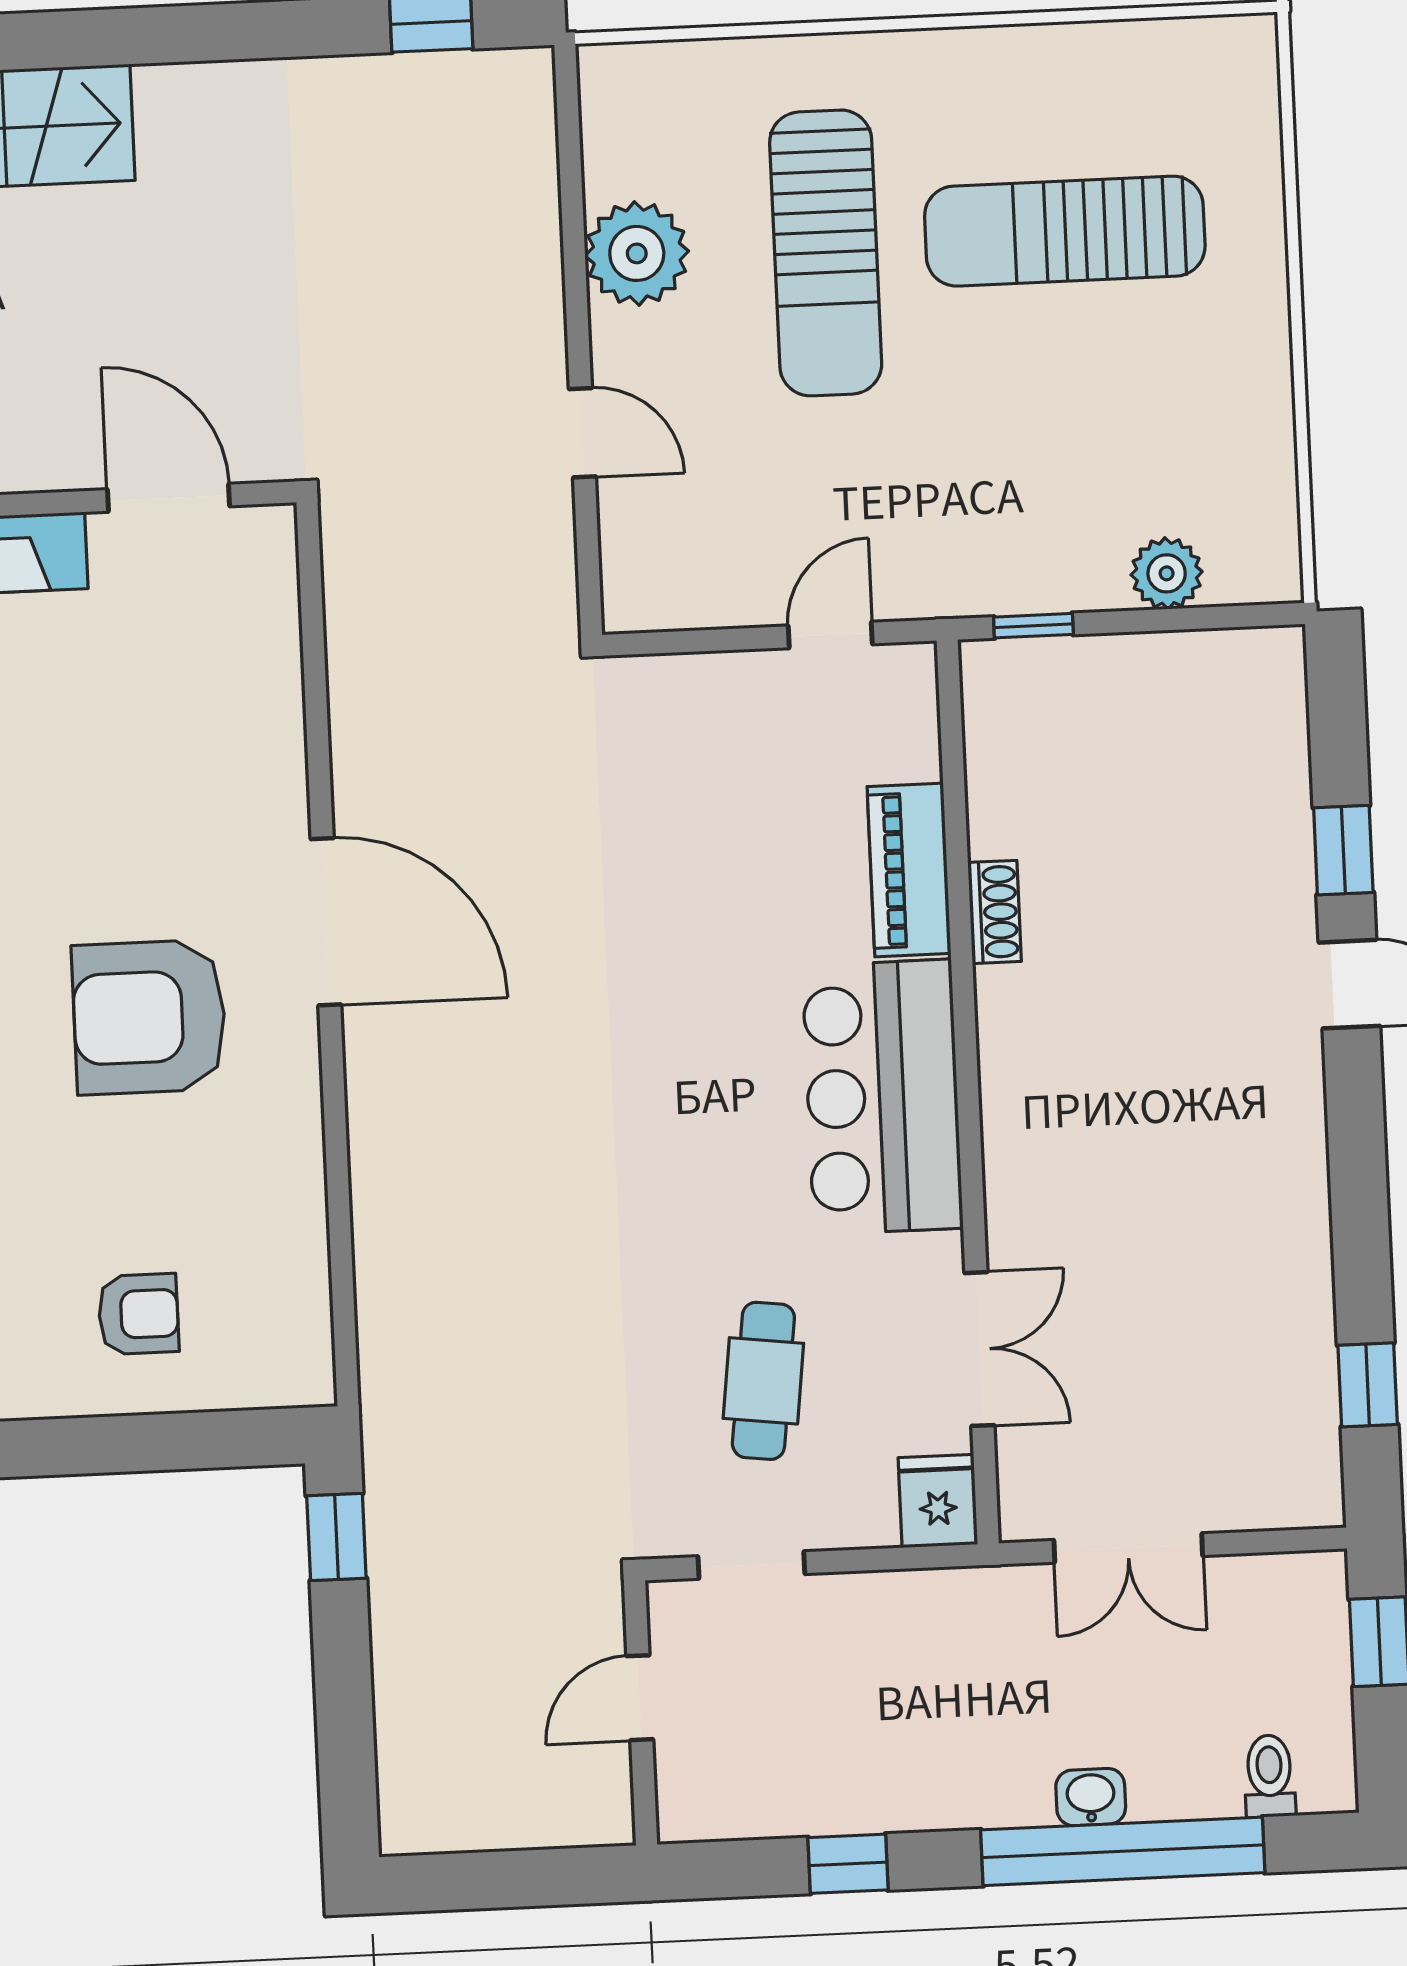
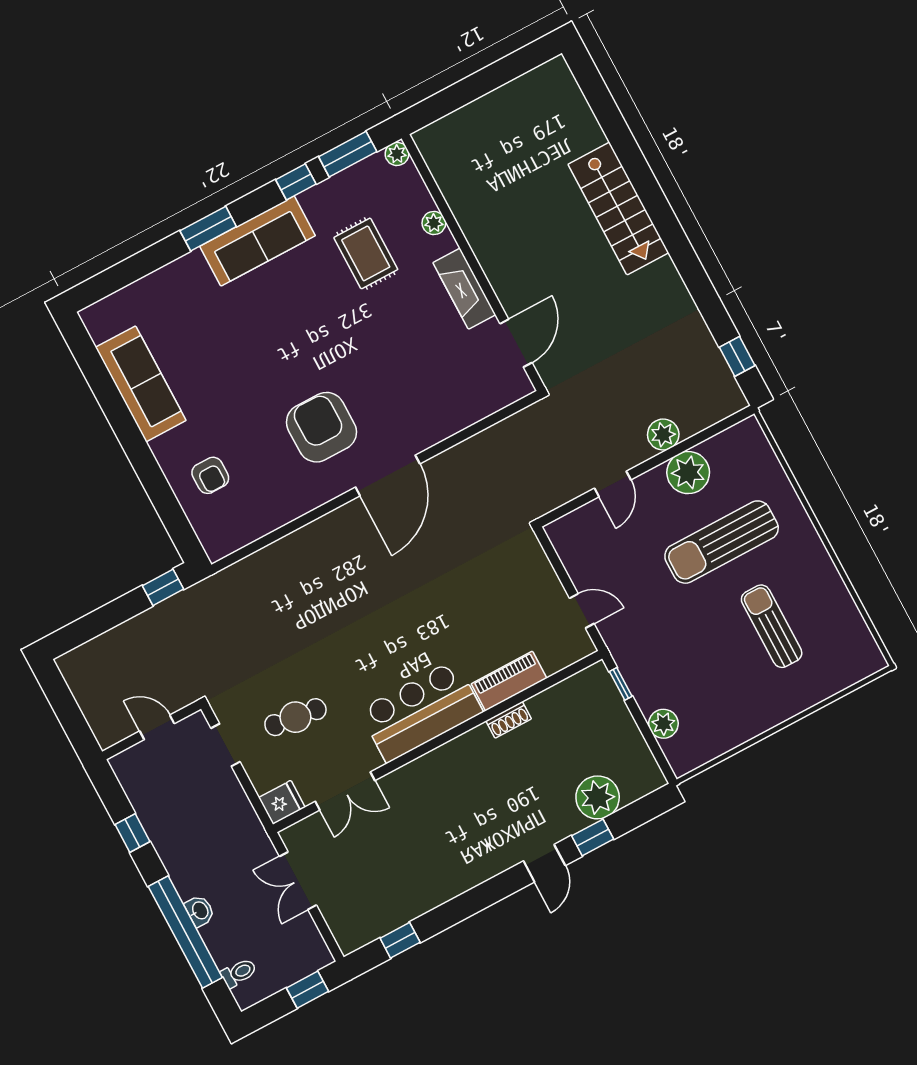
sun lounger: (1065, 231) -> (772, 626), width x0.73, depth x0.75
plant: (526, 269) -> (663, 435), added
plant: (1260, 797) -> (598, 797), added

